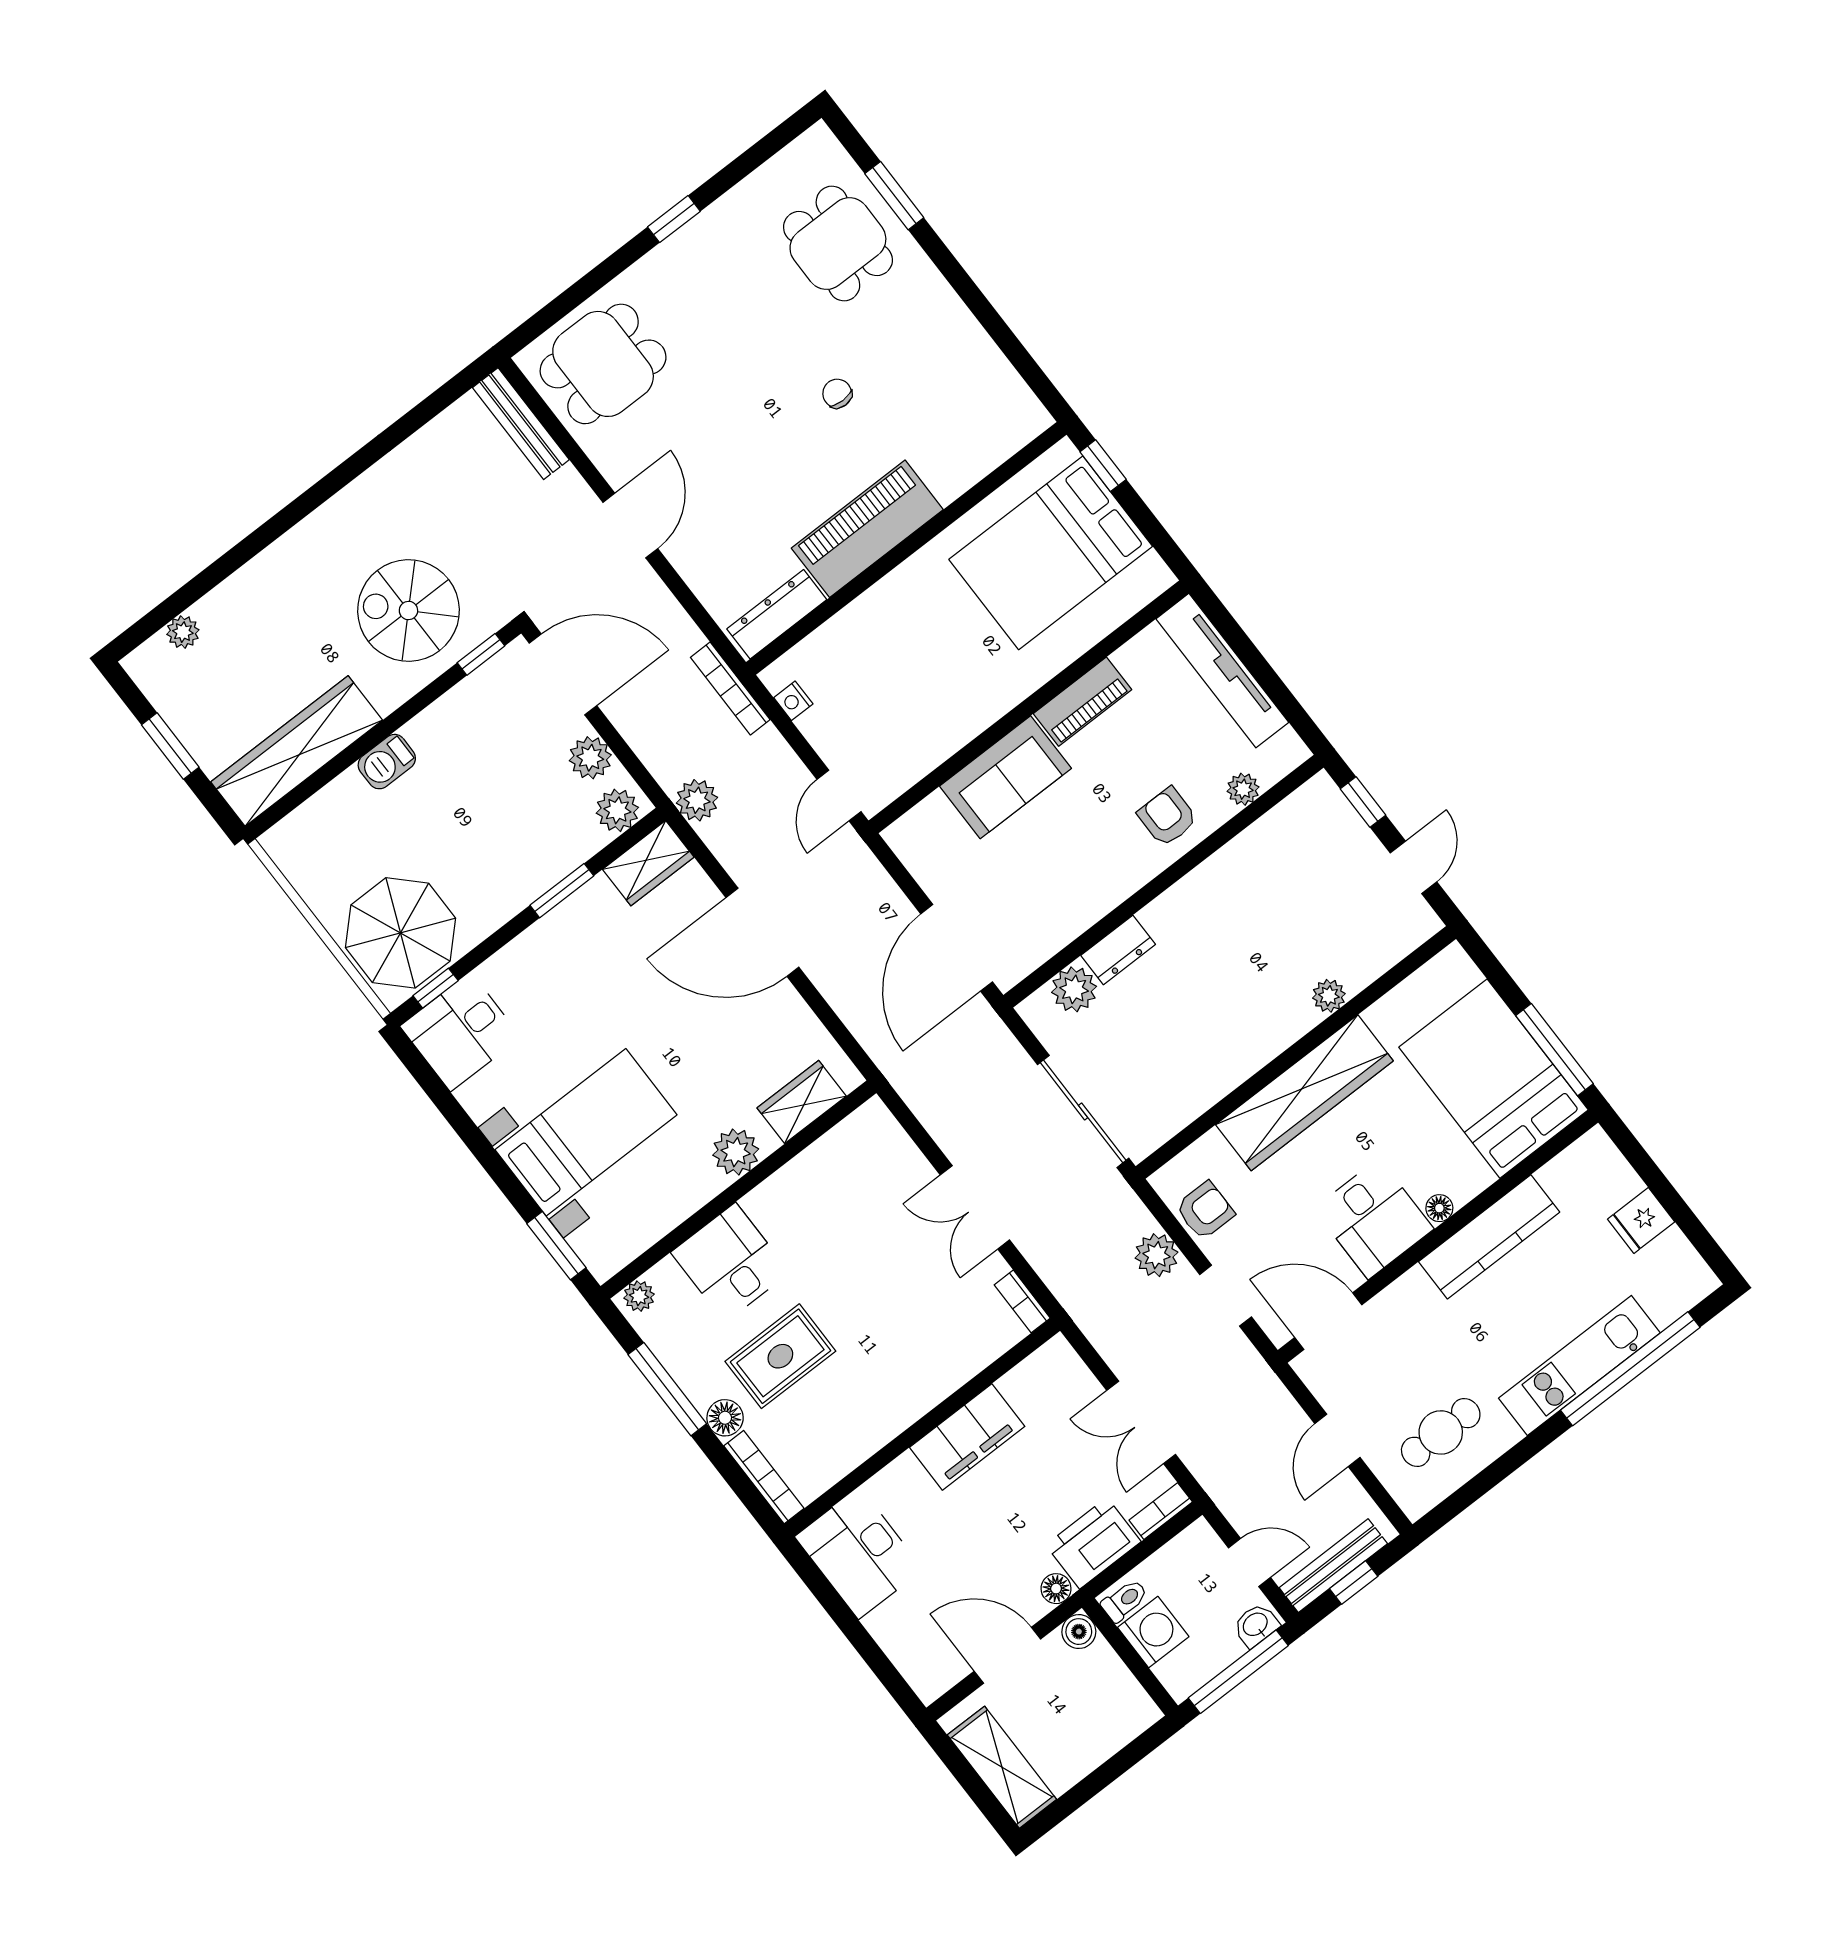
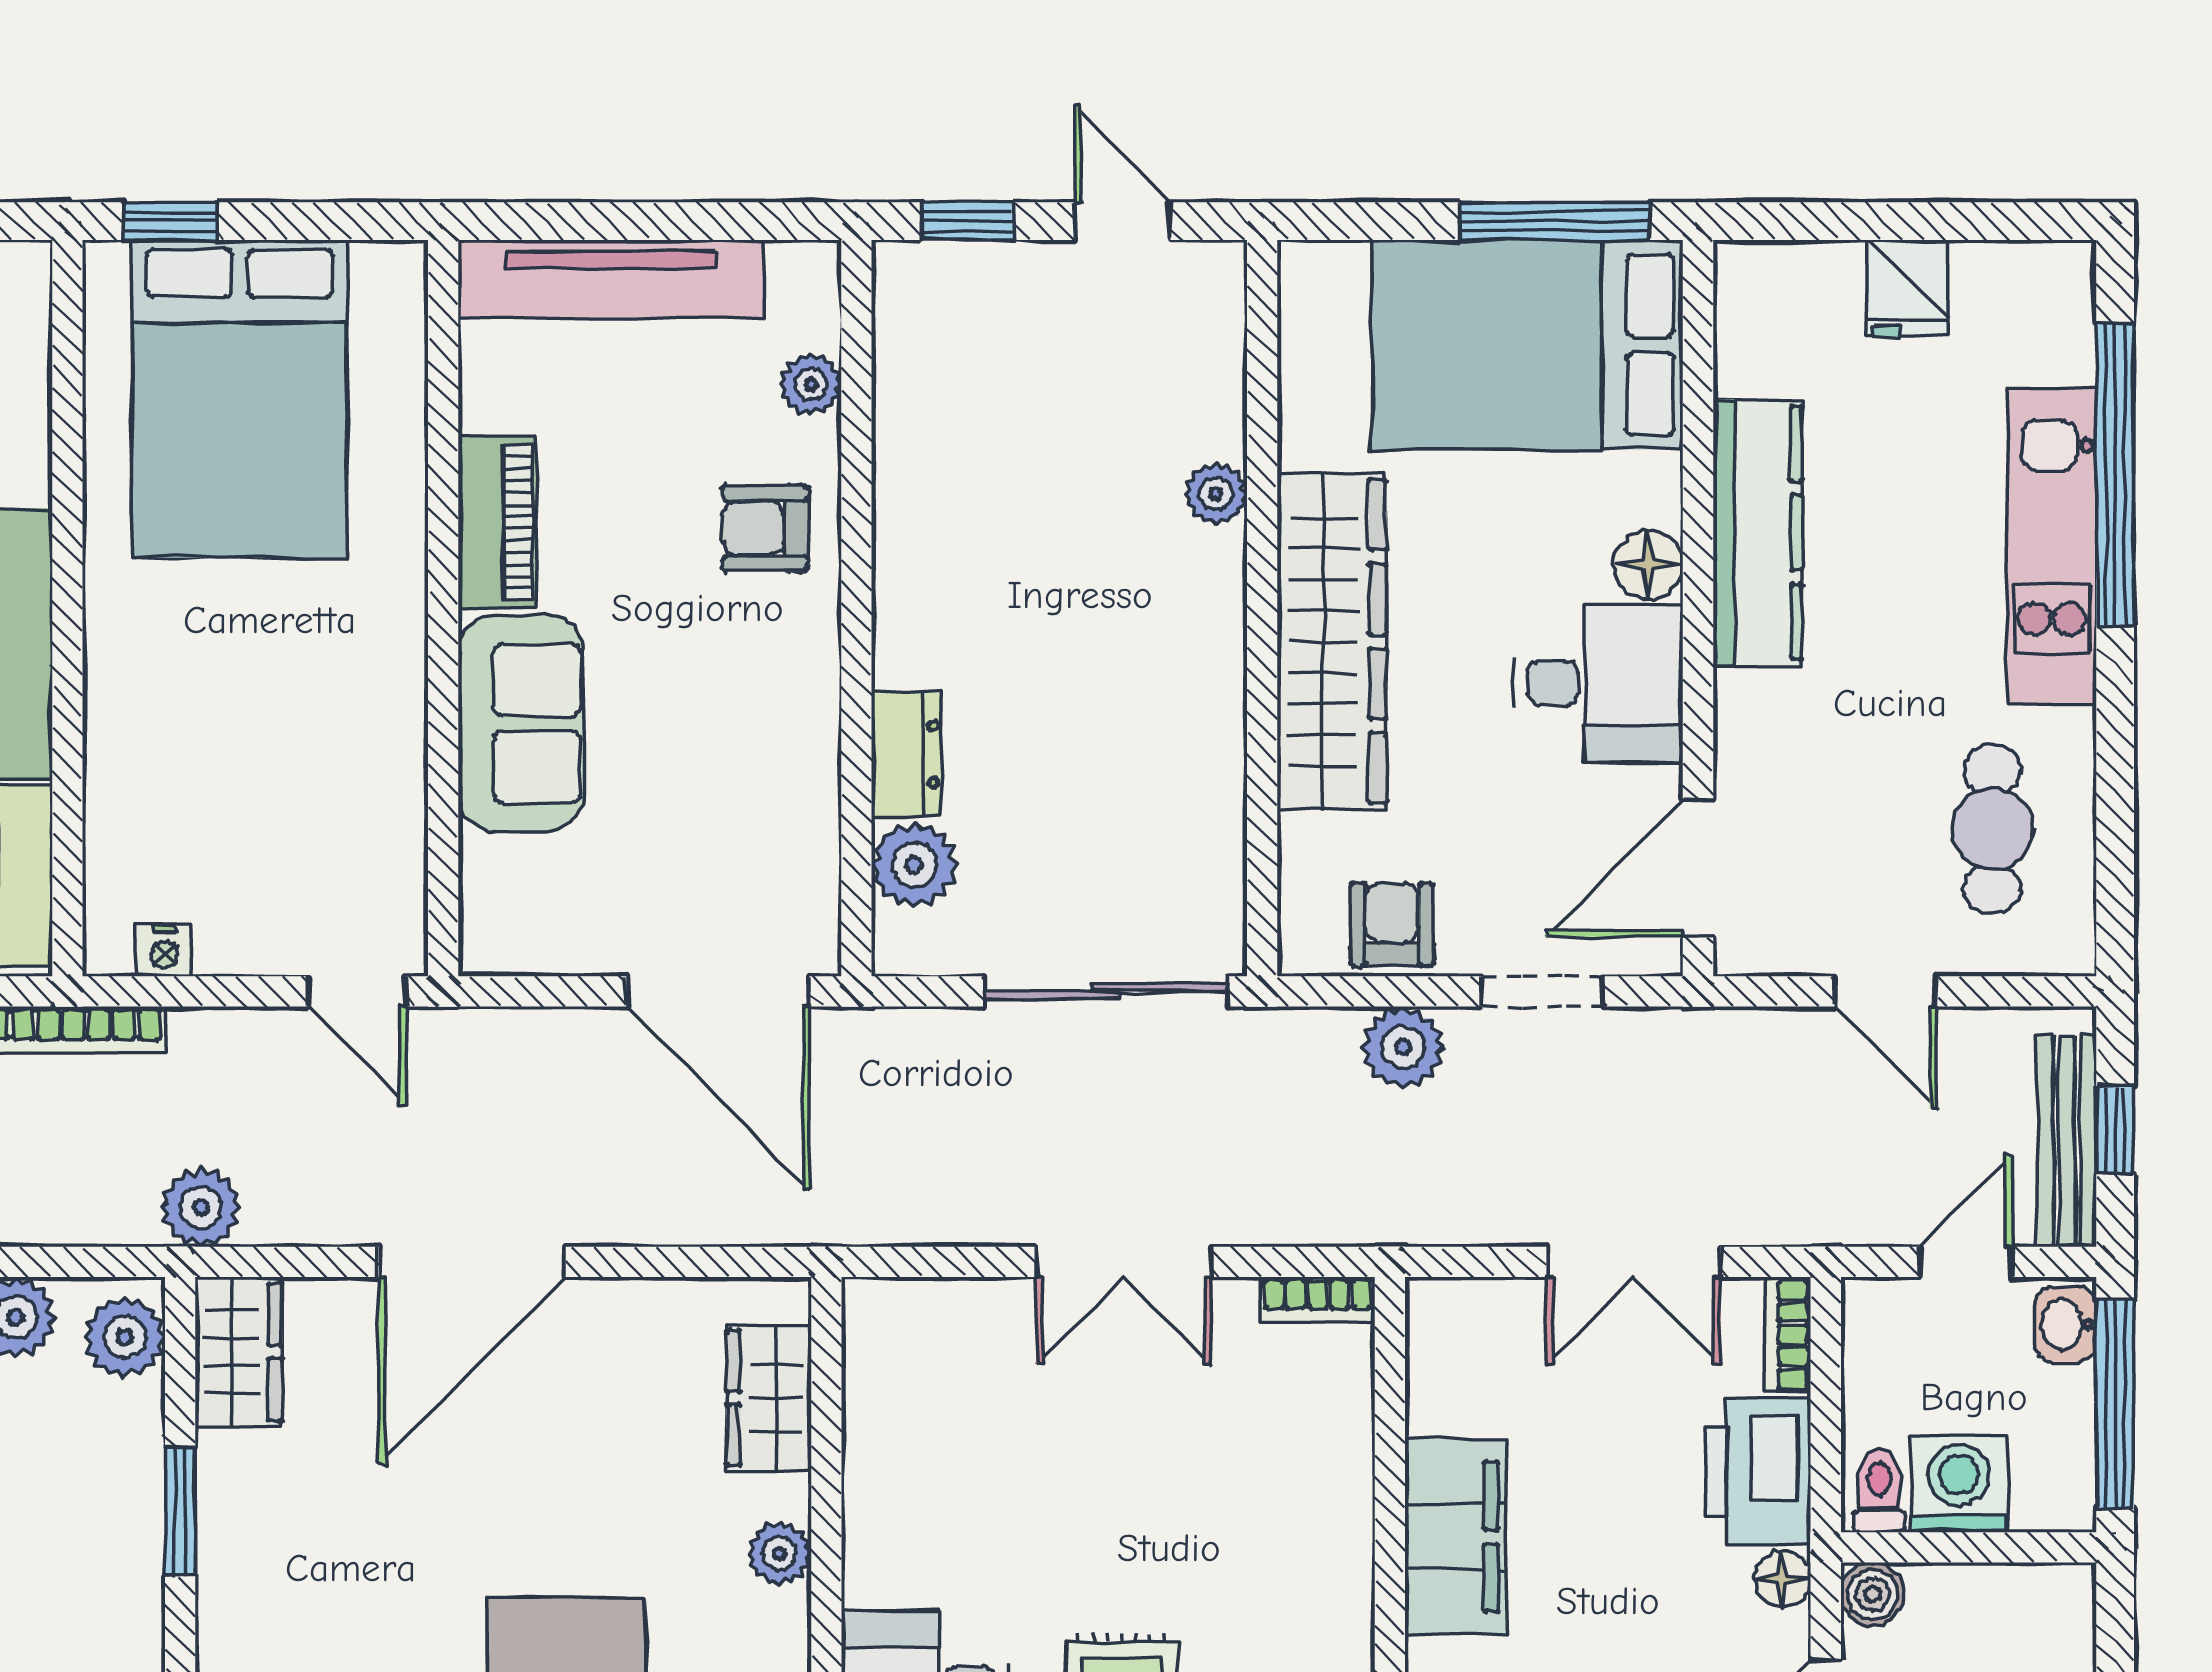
plant: (736, 1152) -> (779, 1554), width x0.73, depth x0.73
floor lamp: (1439, 1208) -> (1648, 564), width x1.37, depth x1.37

